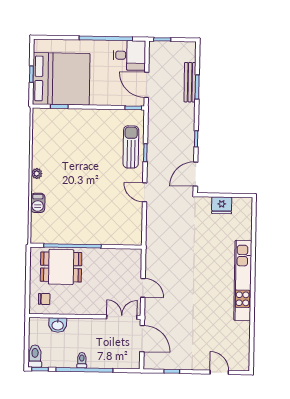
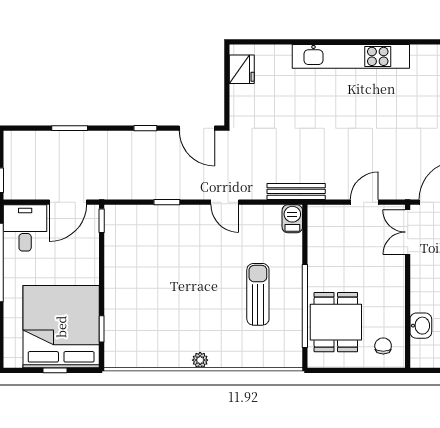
bench: (190, 82) -> (296, 191), moved
sun lounger: (131, 147) -> (258, 294), moved, turned 90
door: (145, 192) -> (225, 202), hinge flipped
barbecue: (38, 203) -> (292, 219), moved, turned -90
fridge: (222, 205) -> (242, 69), moved

